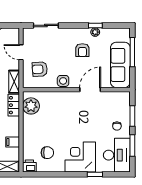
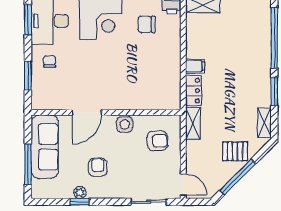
door: (21, 52) -> (183, 184), moved
plant: (31, 106) -> (169, 89), removed
filing cabinet: (13, 142) -> (195, 66), moved
window: (132, 145) -> (28, 19), moved

